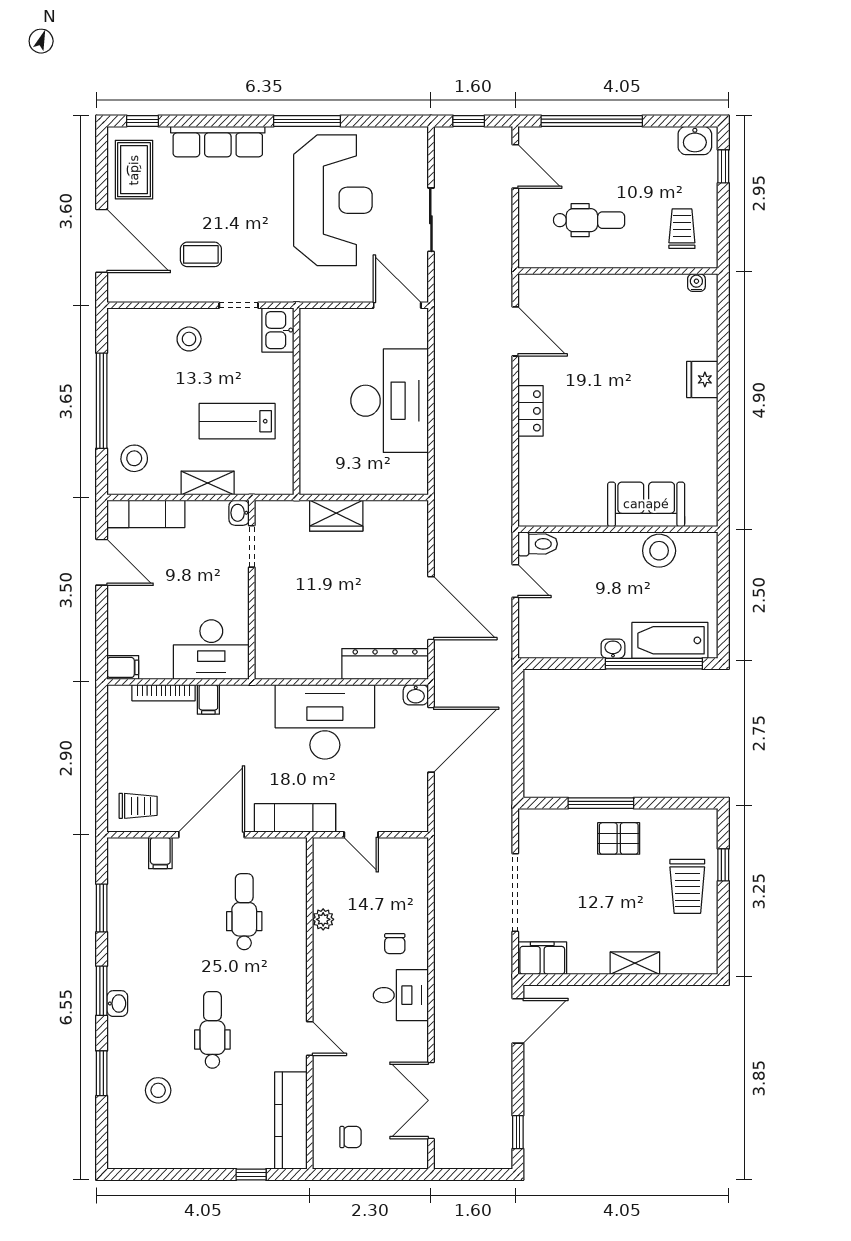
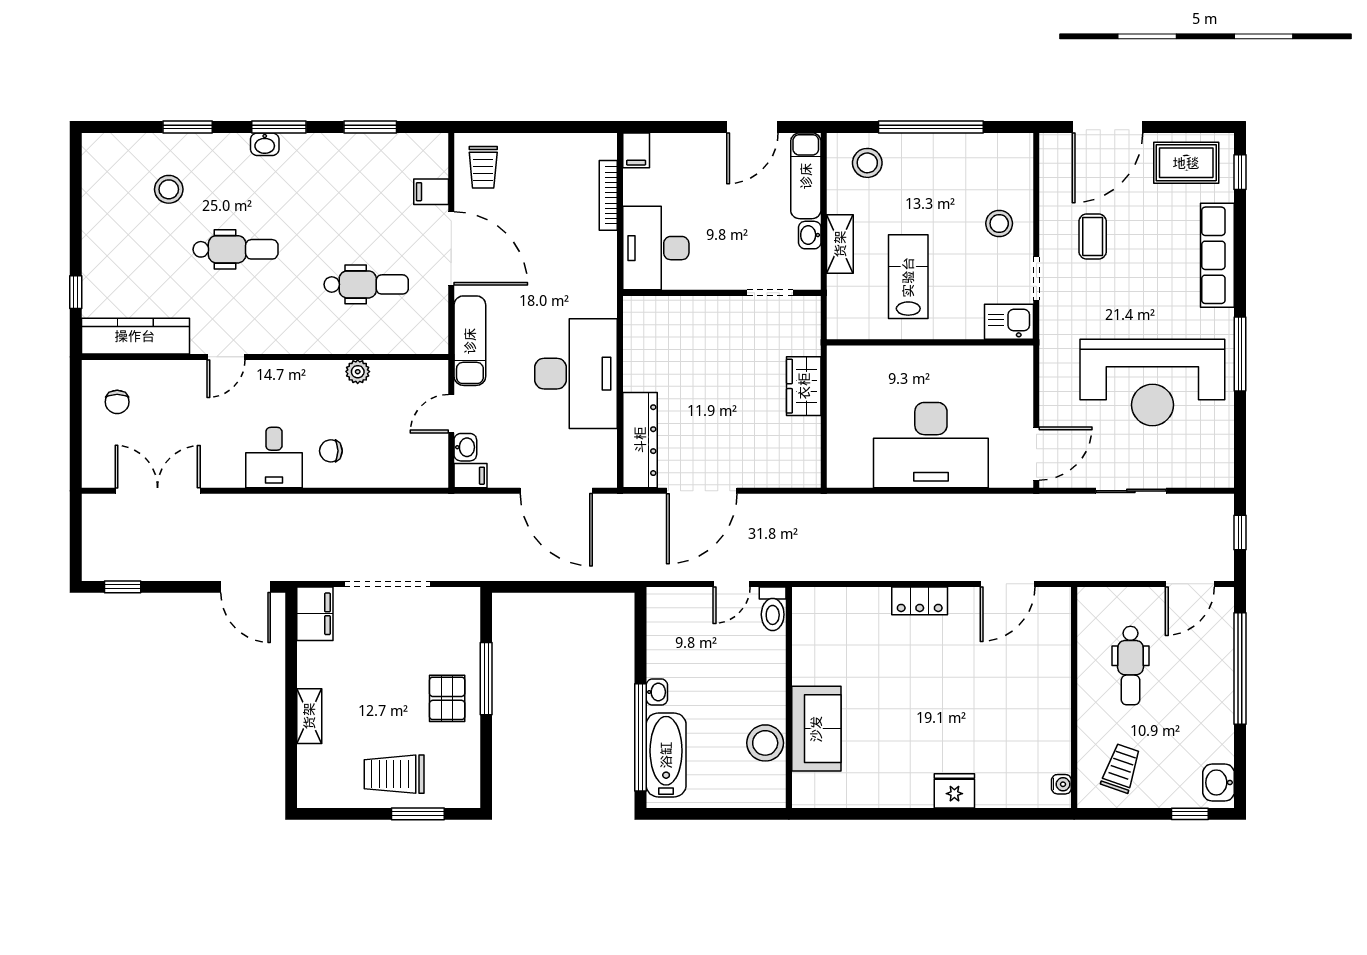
trolley: (682, 229) -> (1121, 768), turned -71
washbasin: (239, 513) -> (810, 235), moved, turned -90
washbasin: (416, 695) -> (465, 447), moved, turned 180
filing cabinet: (208, 699) -> (470, 476), moved, turned 180
window: (723, 865) -> (418, 814), width x1.50

